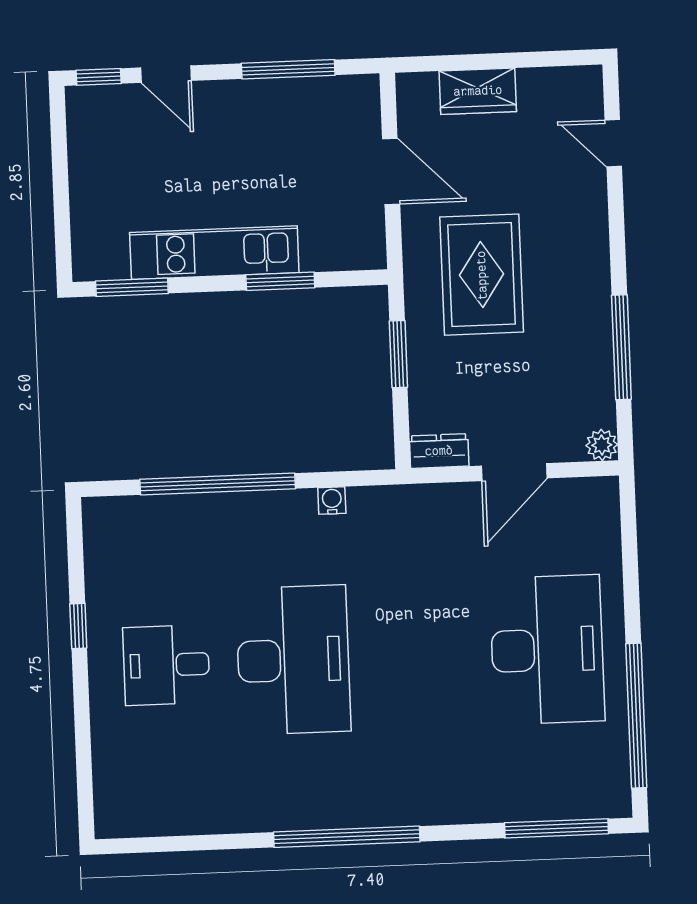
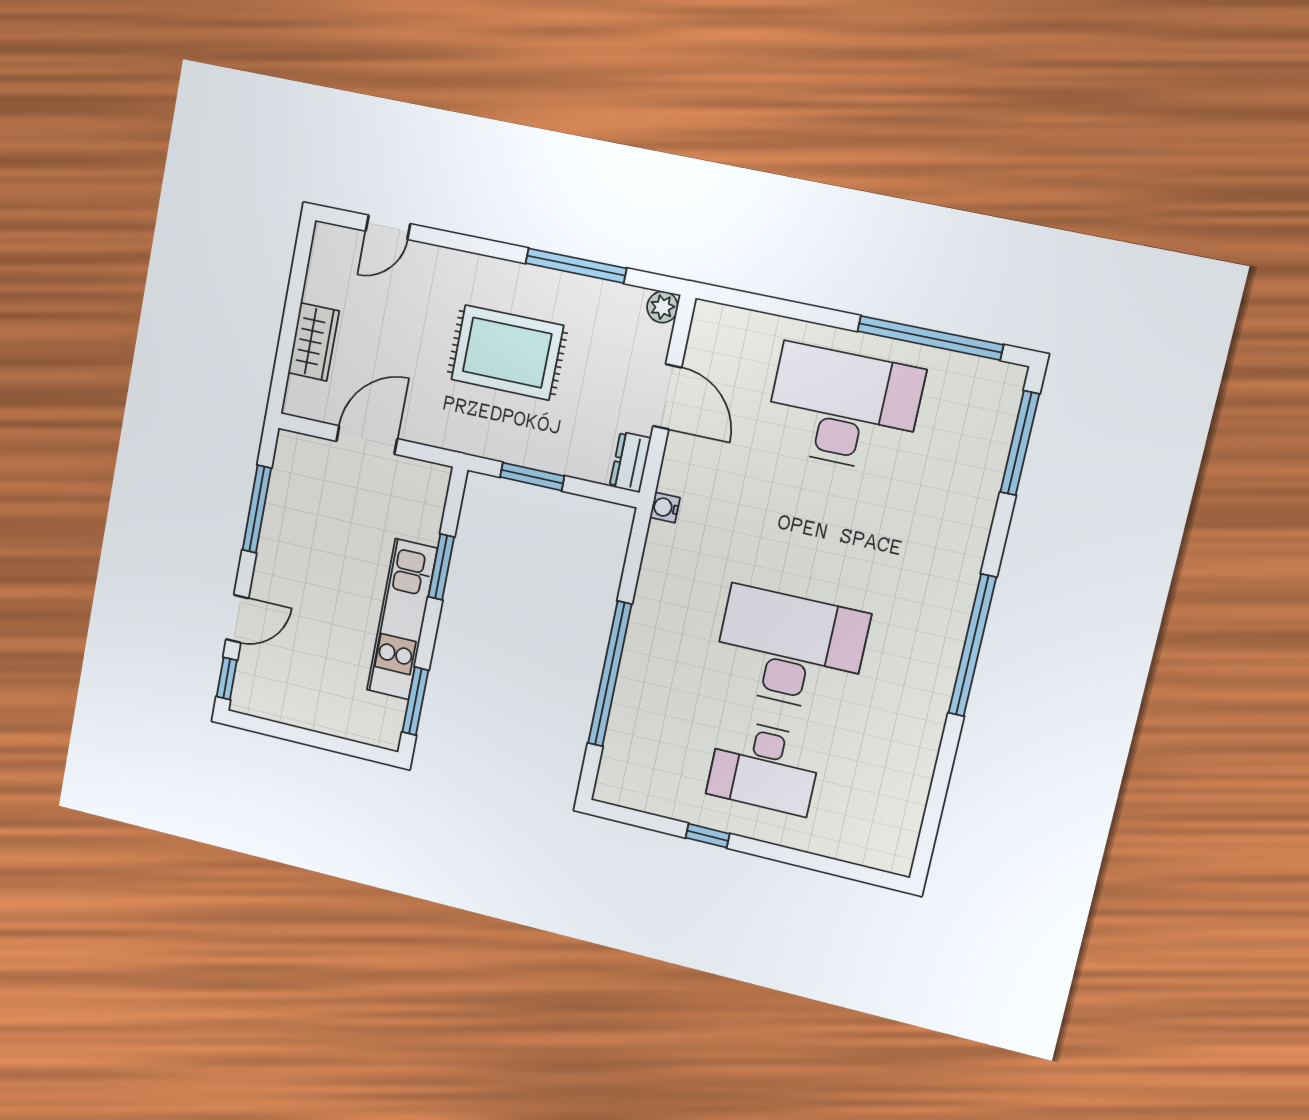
rug: (482, 275) -> (507, 353), moved
water cooler: (332, 501) -> (665, 507), moved
desk: (166, 665) -> (764, 767), width x1.37

